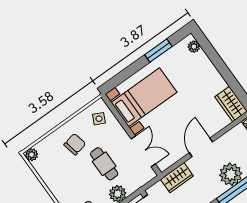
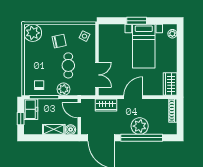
window: (158, 51) -> (137, 21), moved
bed with nightstands: (144, 97) -> (144, 46), moved, turned 90
plant: (32, 155) -> (33, 33), width x1.88, depth x1.88

